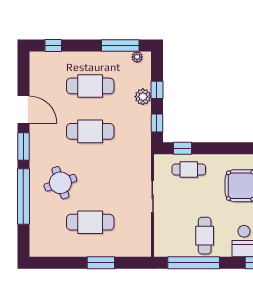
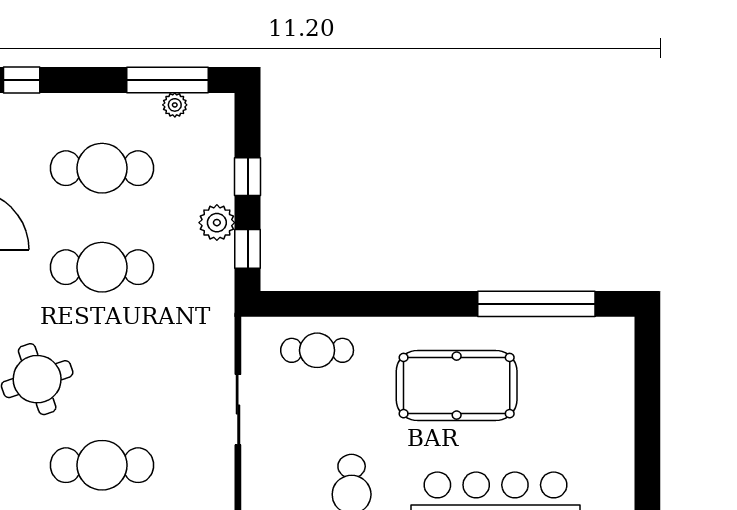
plant: (137, 57) -> (175, 105), moved
plant: (143, 97) -> (217, 223), moved
window: (182, 148) -> (303, 304), removed

